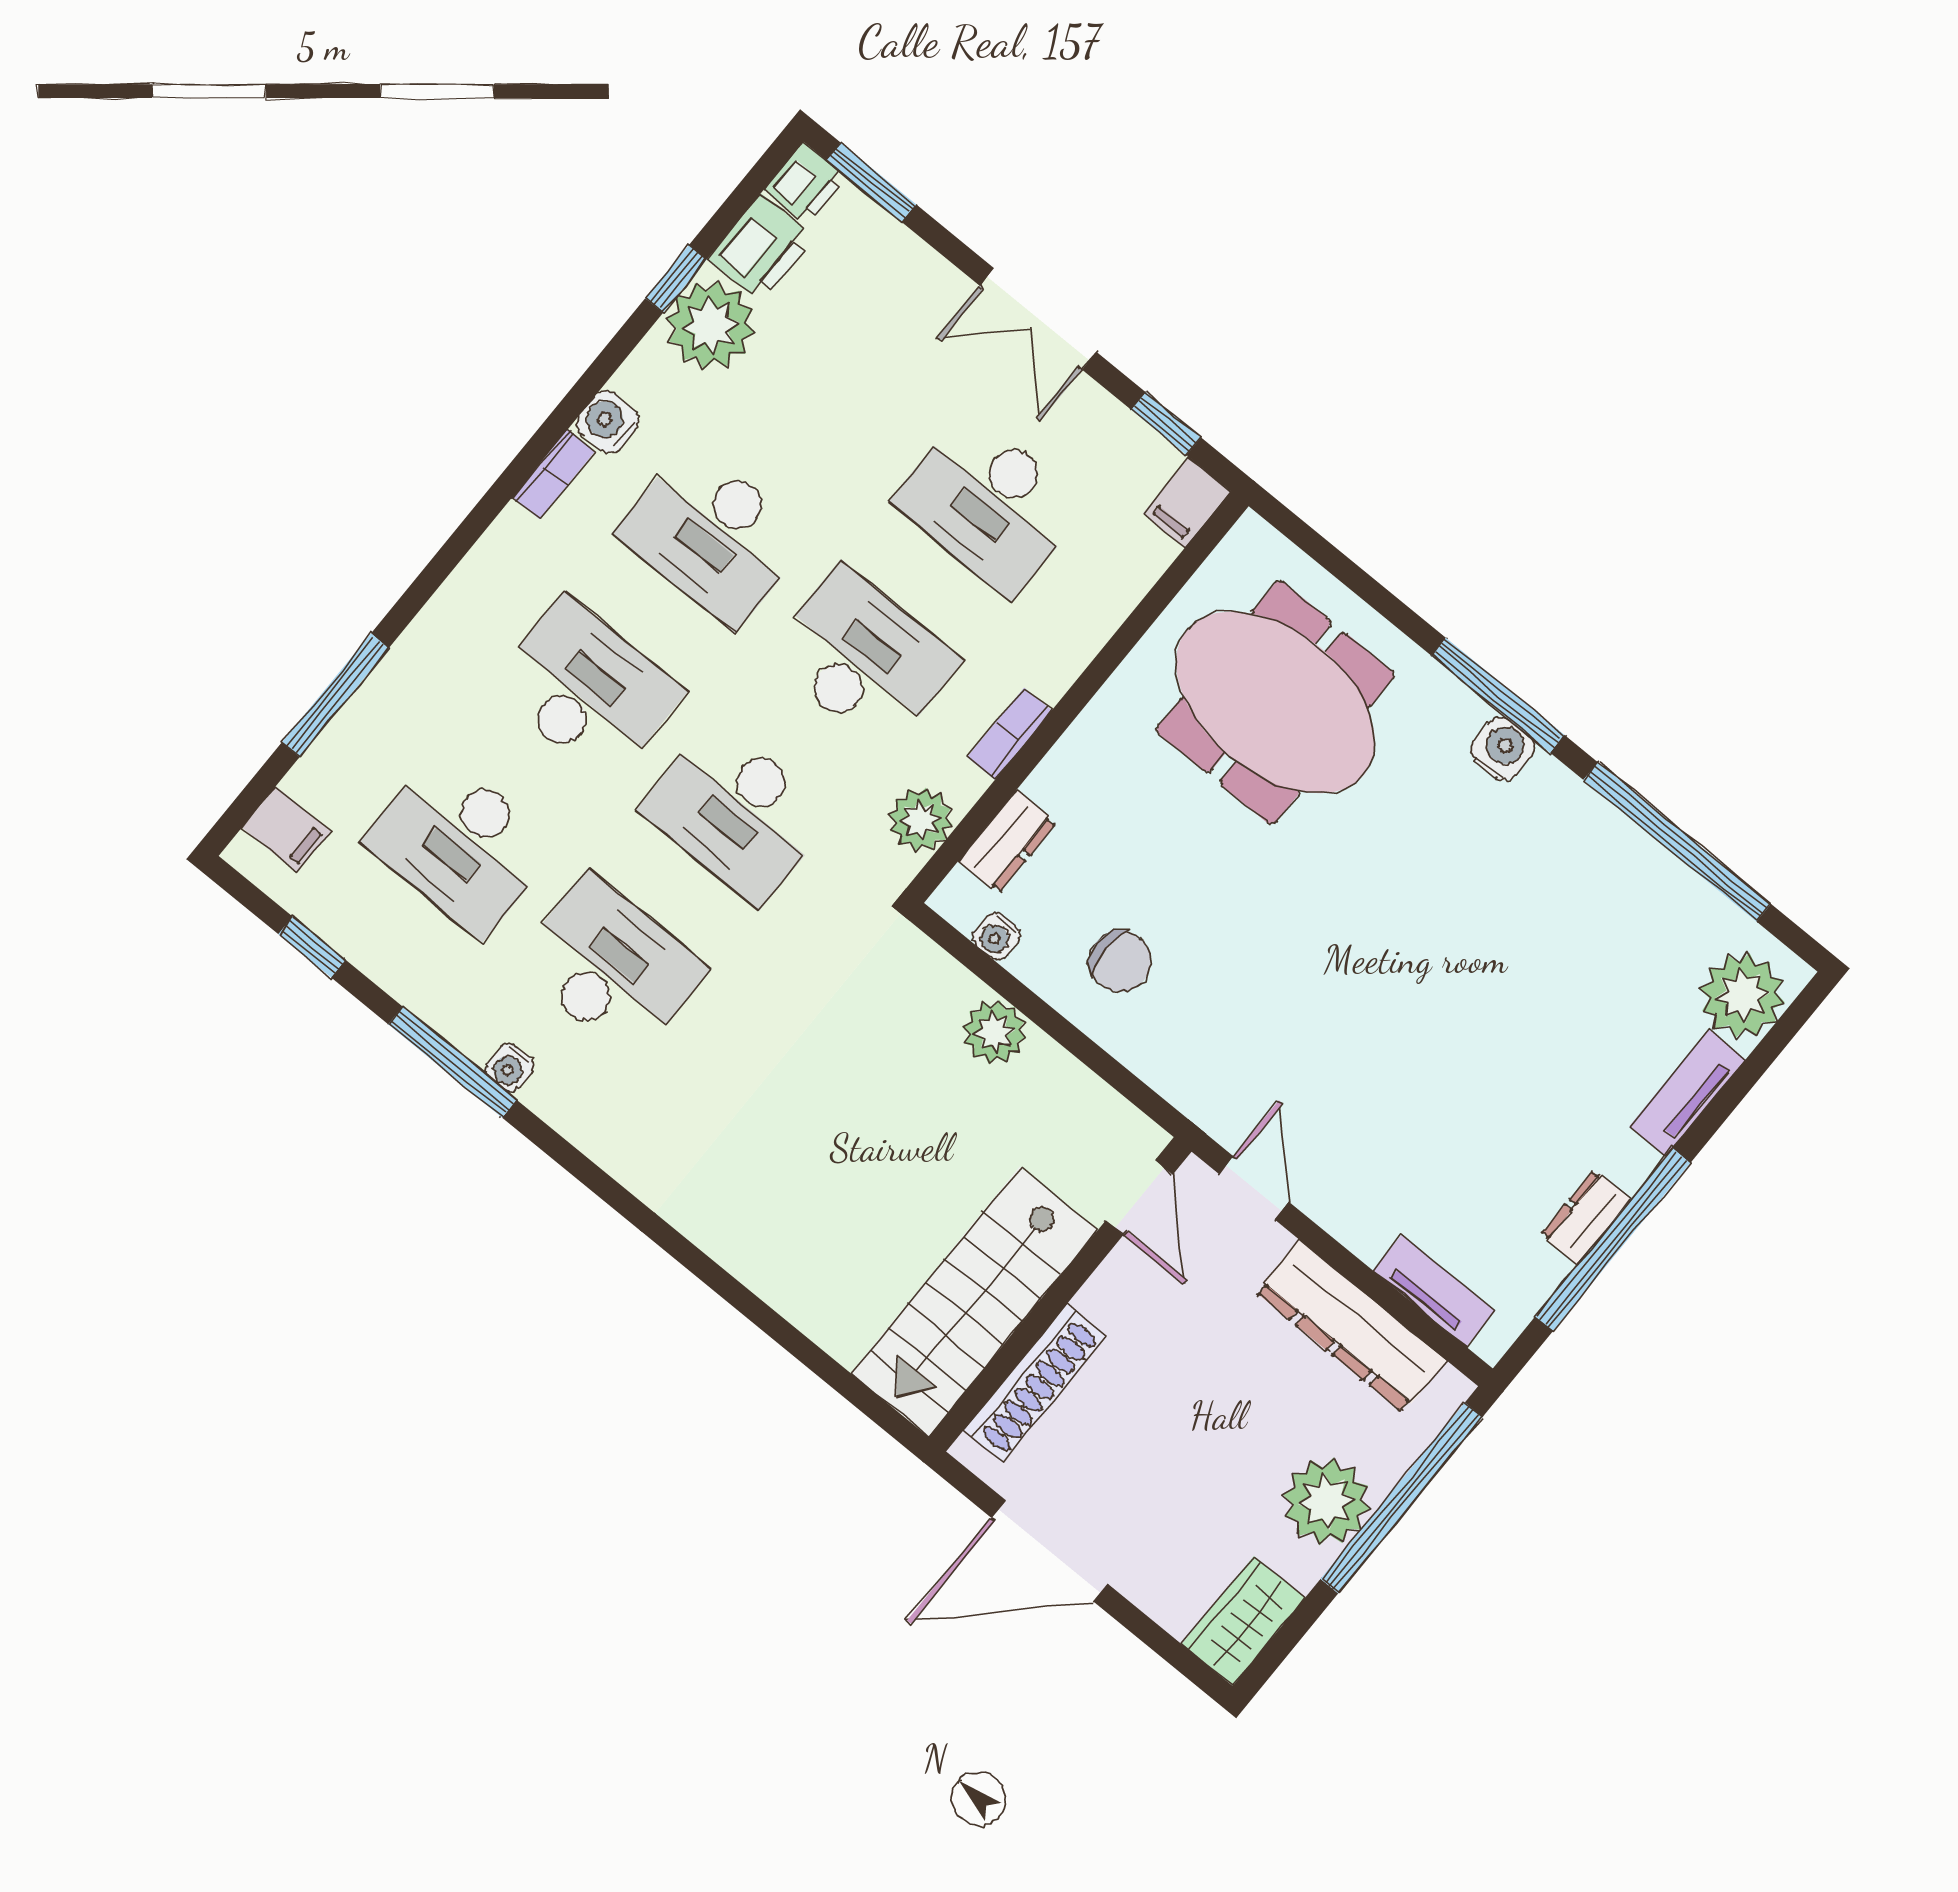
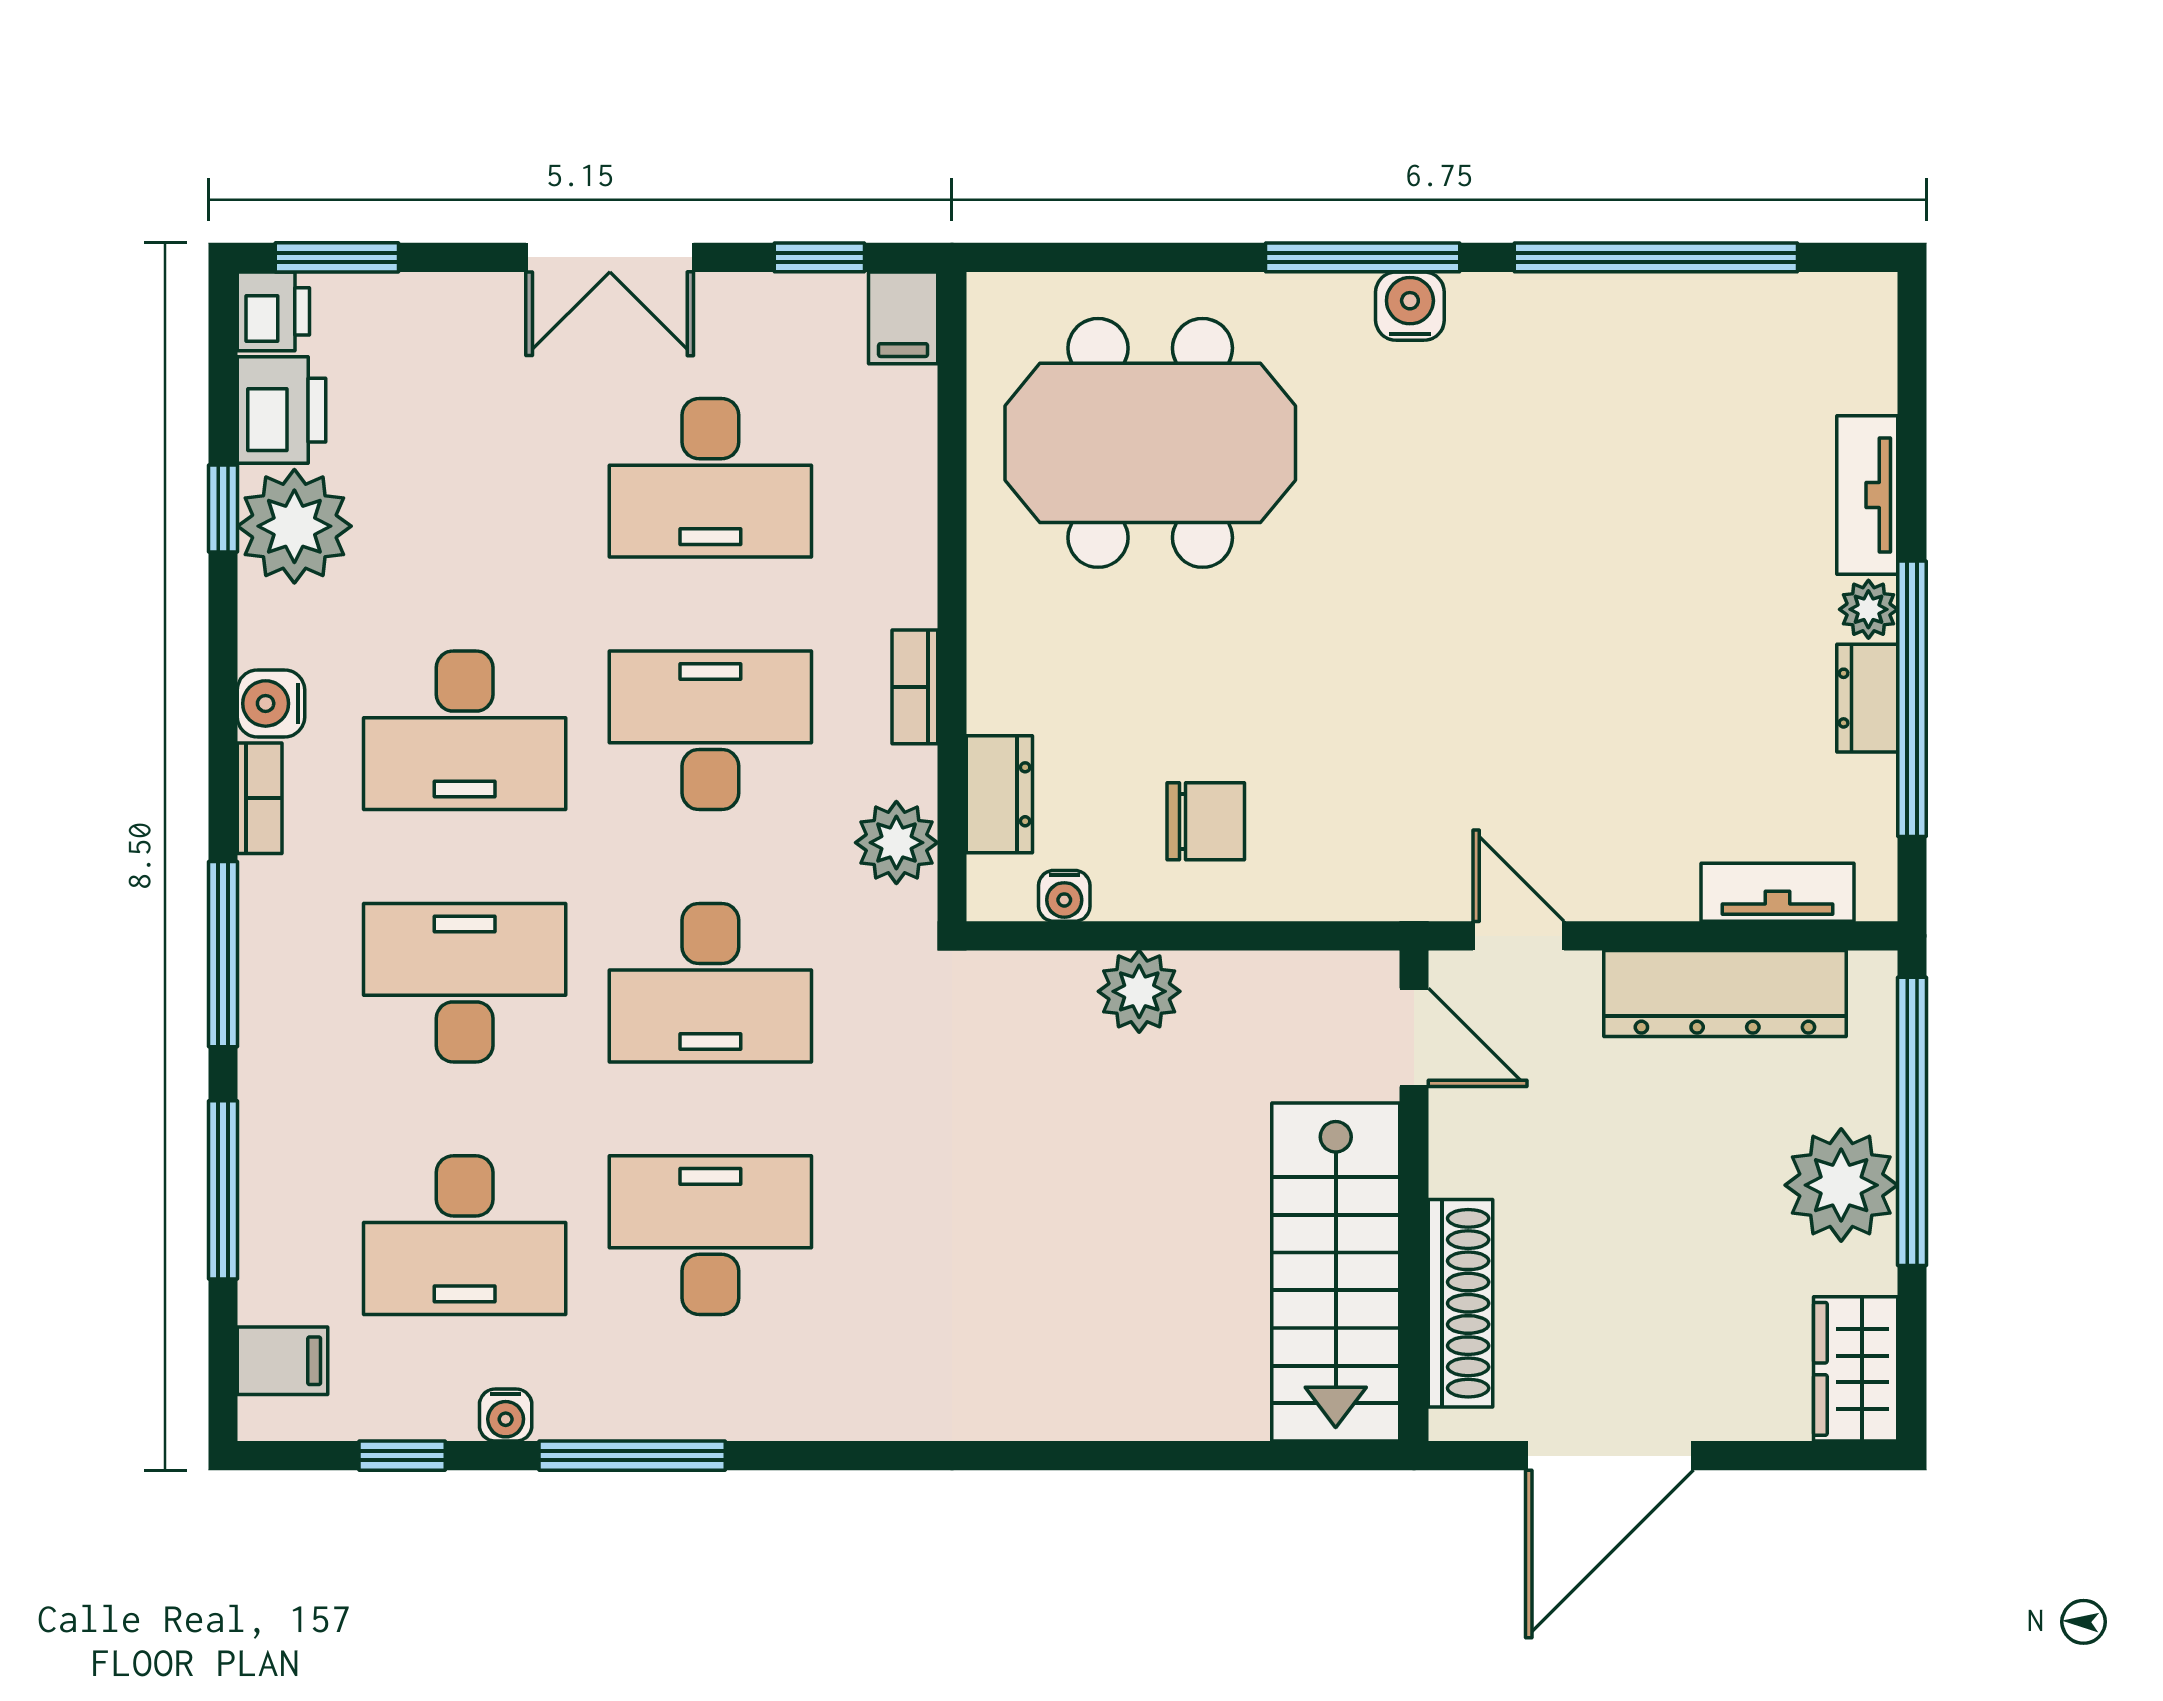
window: (453, 551) -> (223, 954), added
plant: (1742, 995) -> (1868, 609), moved, width x0.53, depth x0.53
water cooler: (510, 1068) -> (506, 1415), moved

